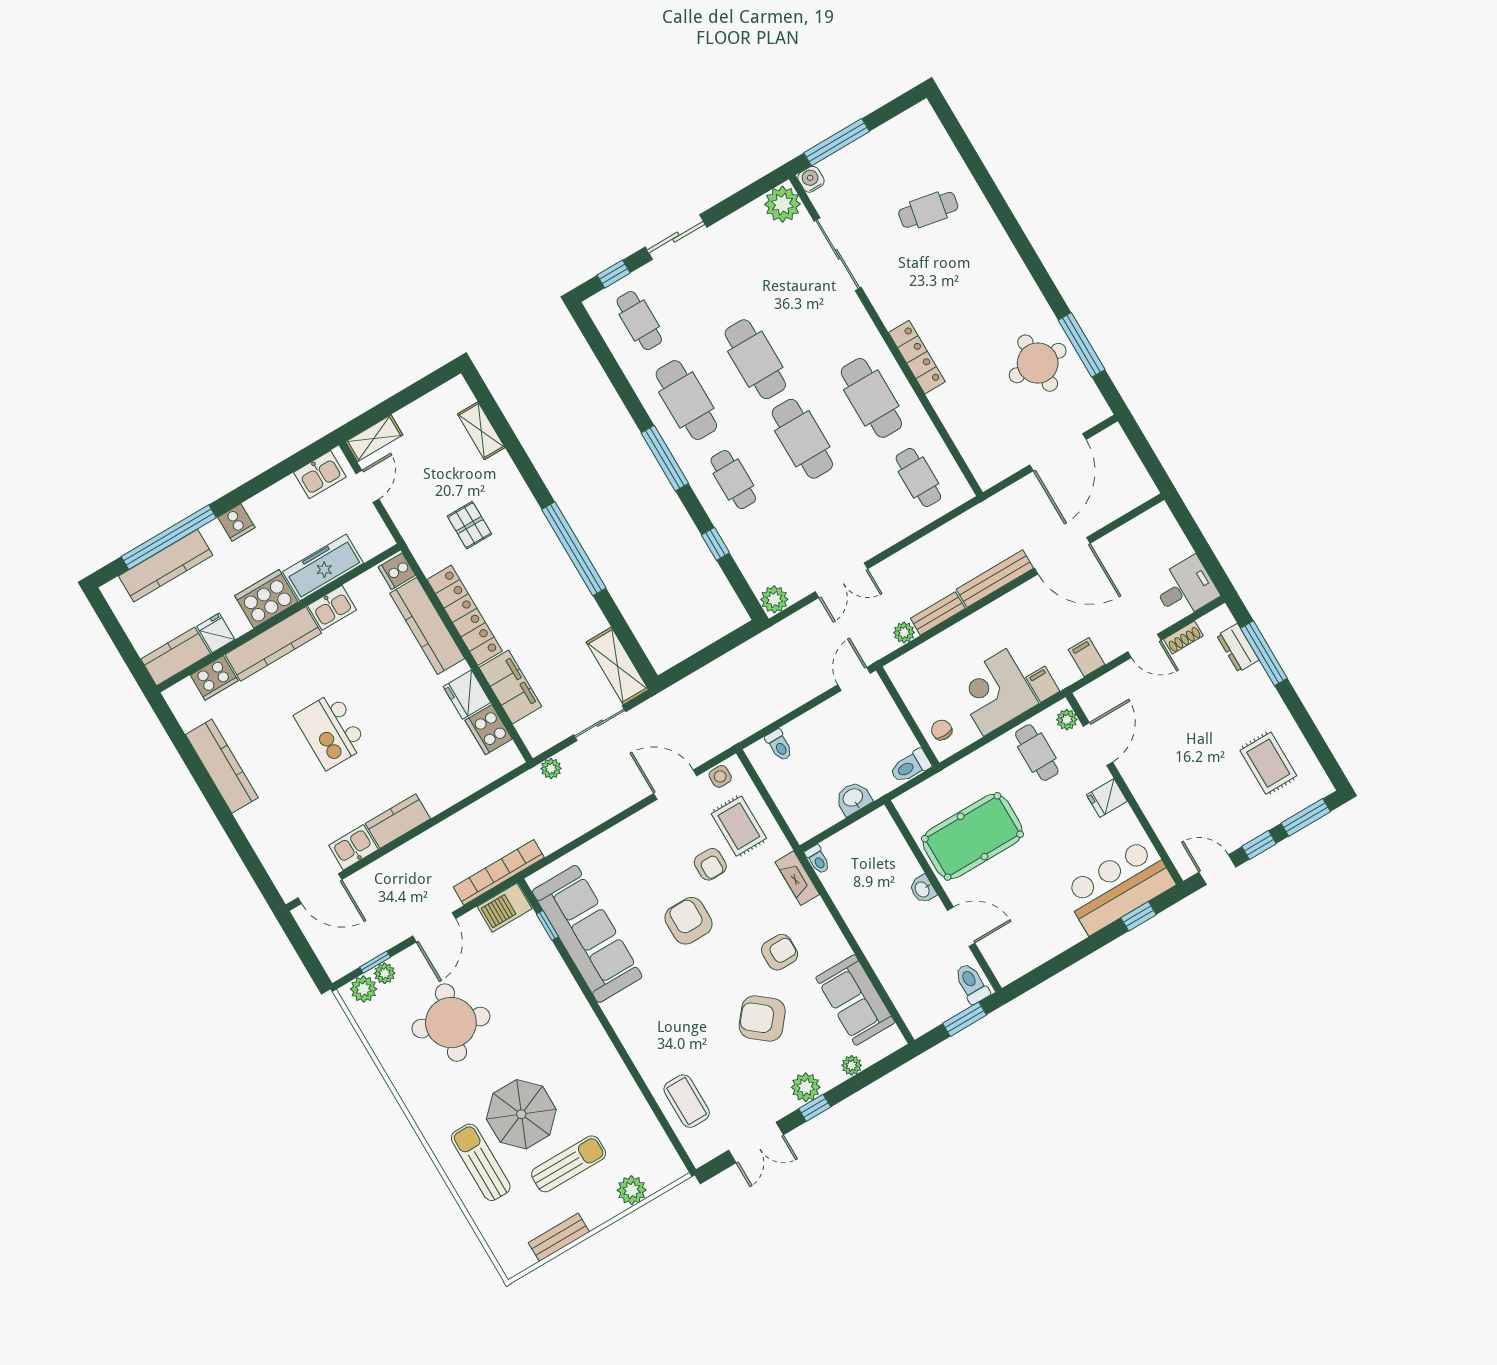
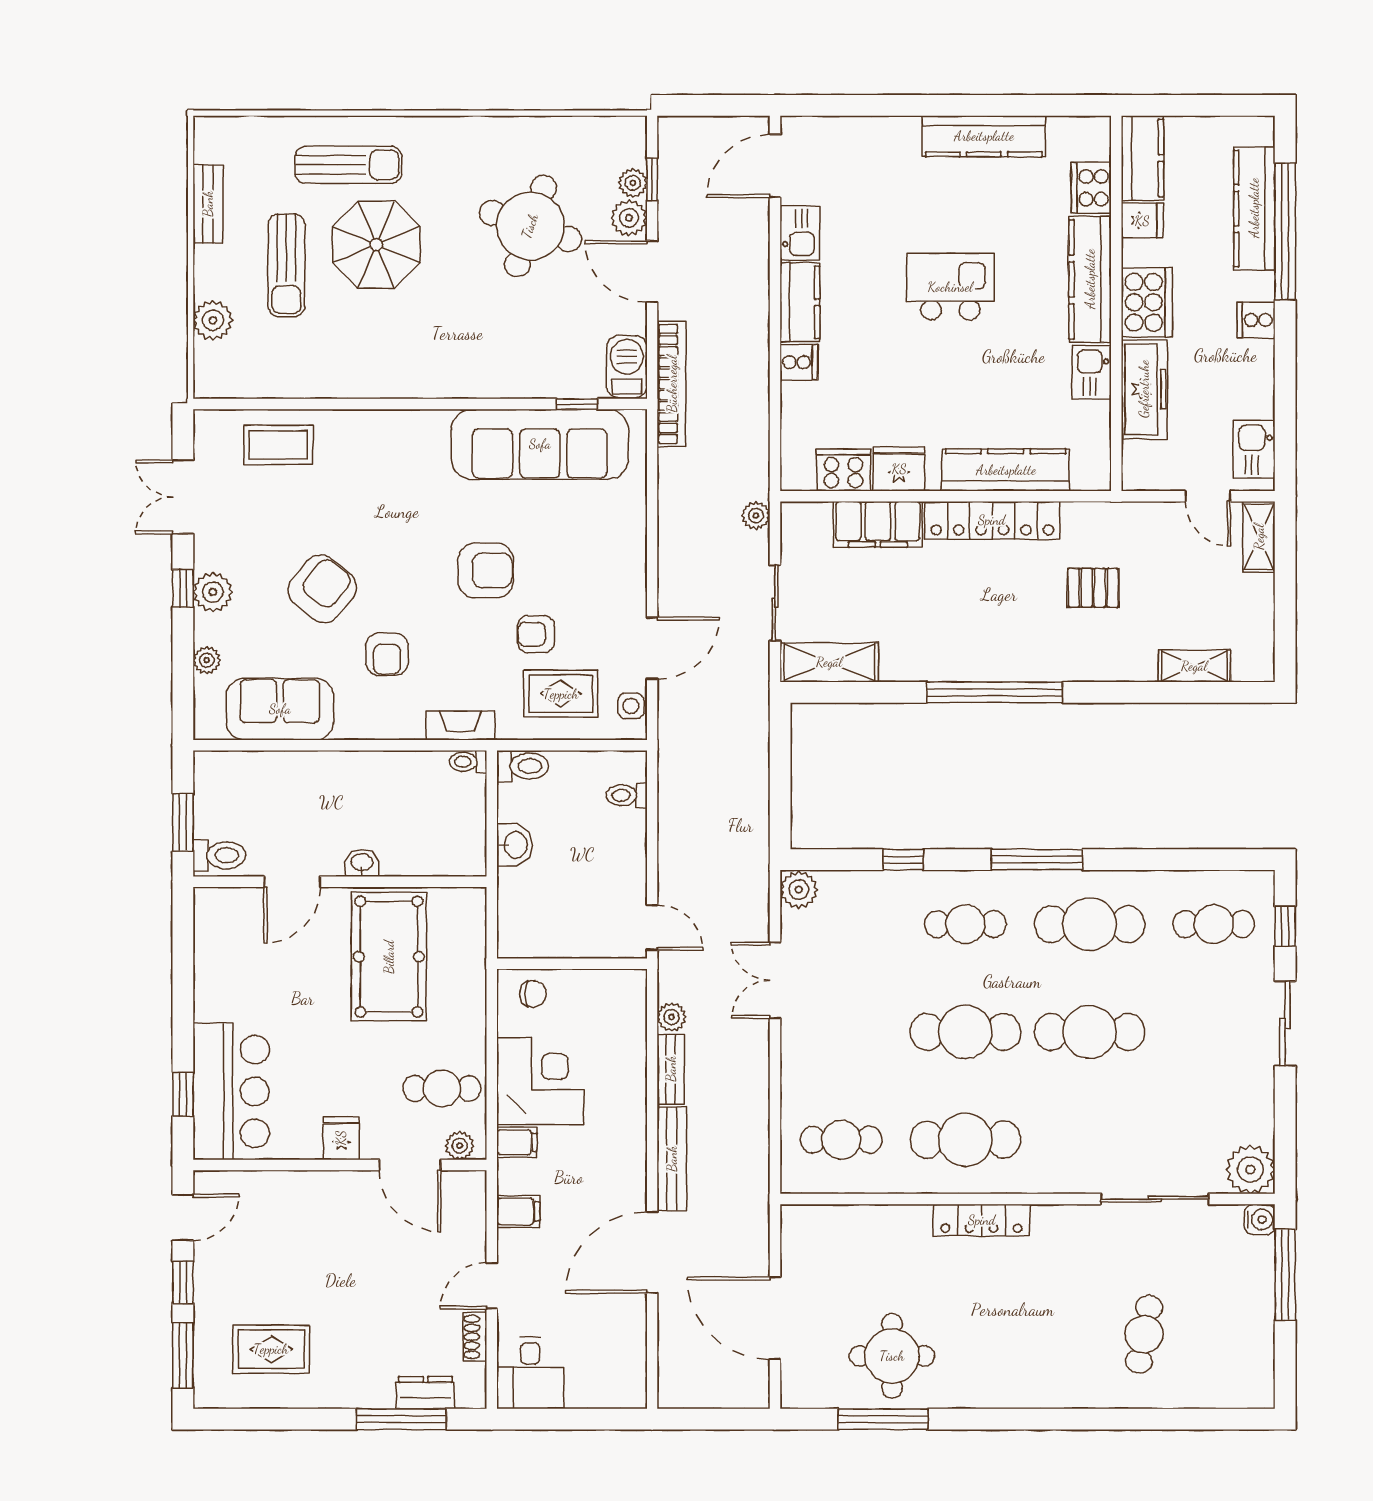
cooker: (397, 571) -> (799, 362), moved, turned 90
toilet: (910, 766) -> (523, 766), moved, turned 90
plant: (364, 989) -> (629, 218), moved

